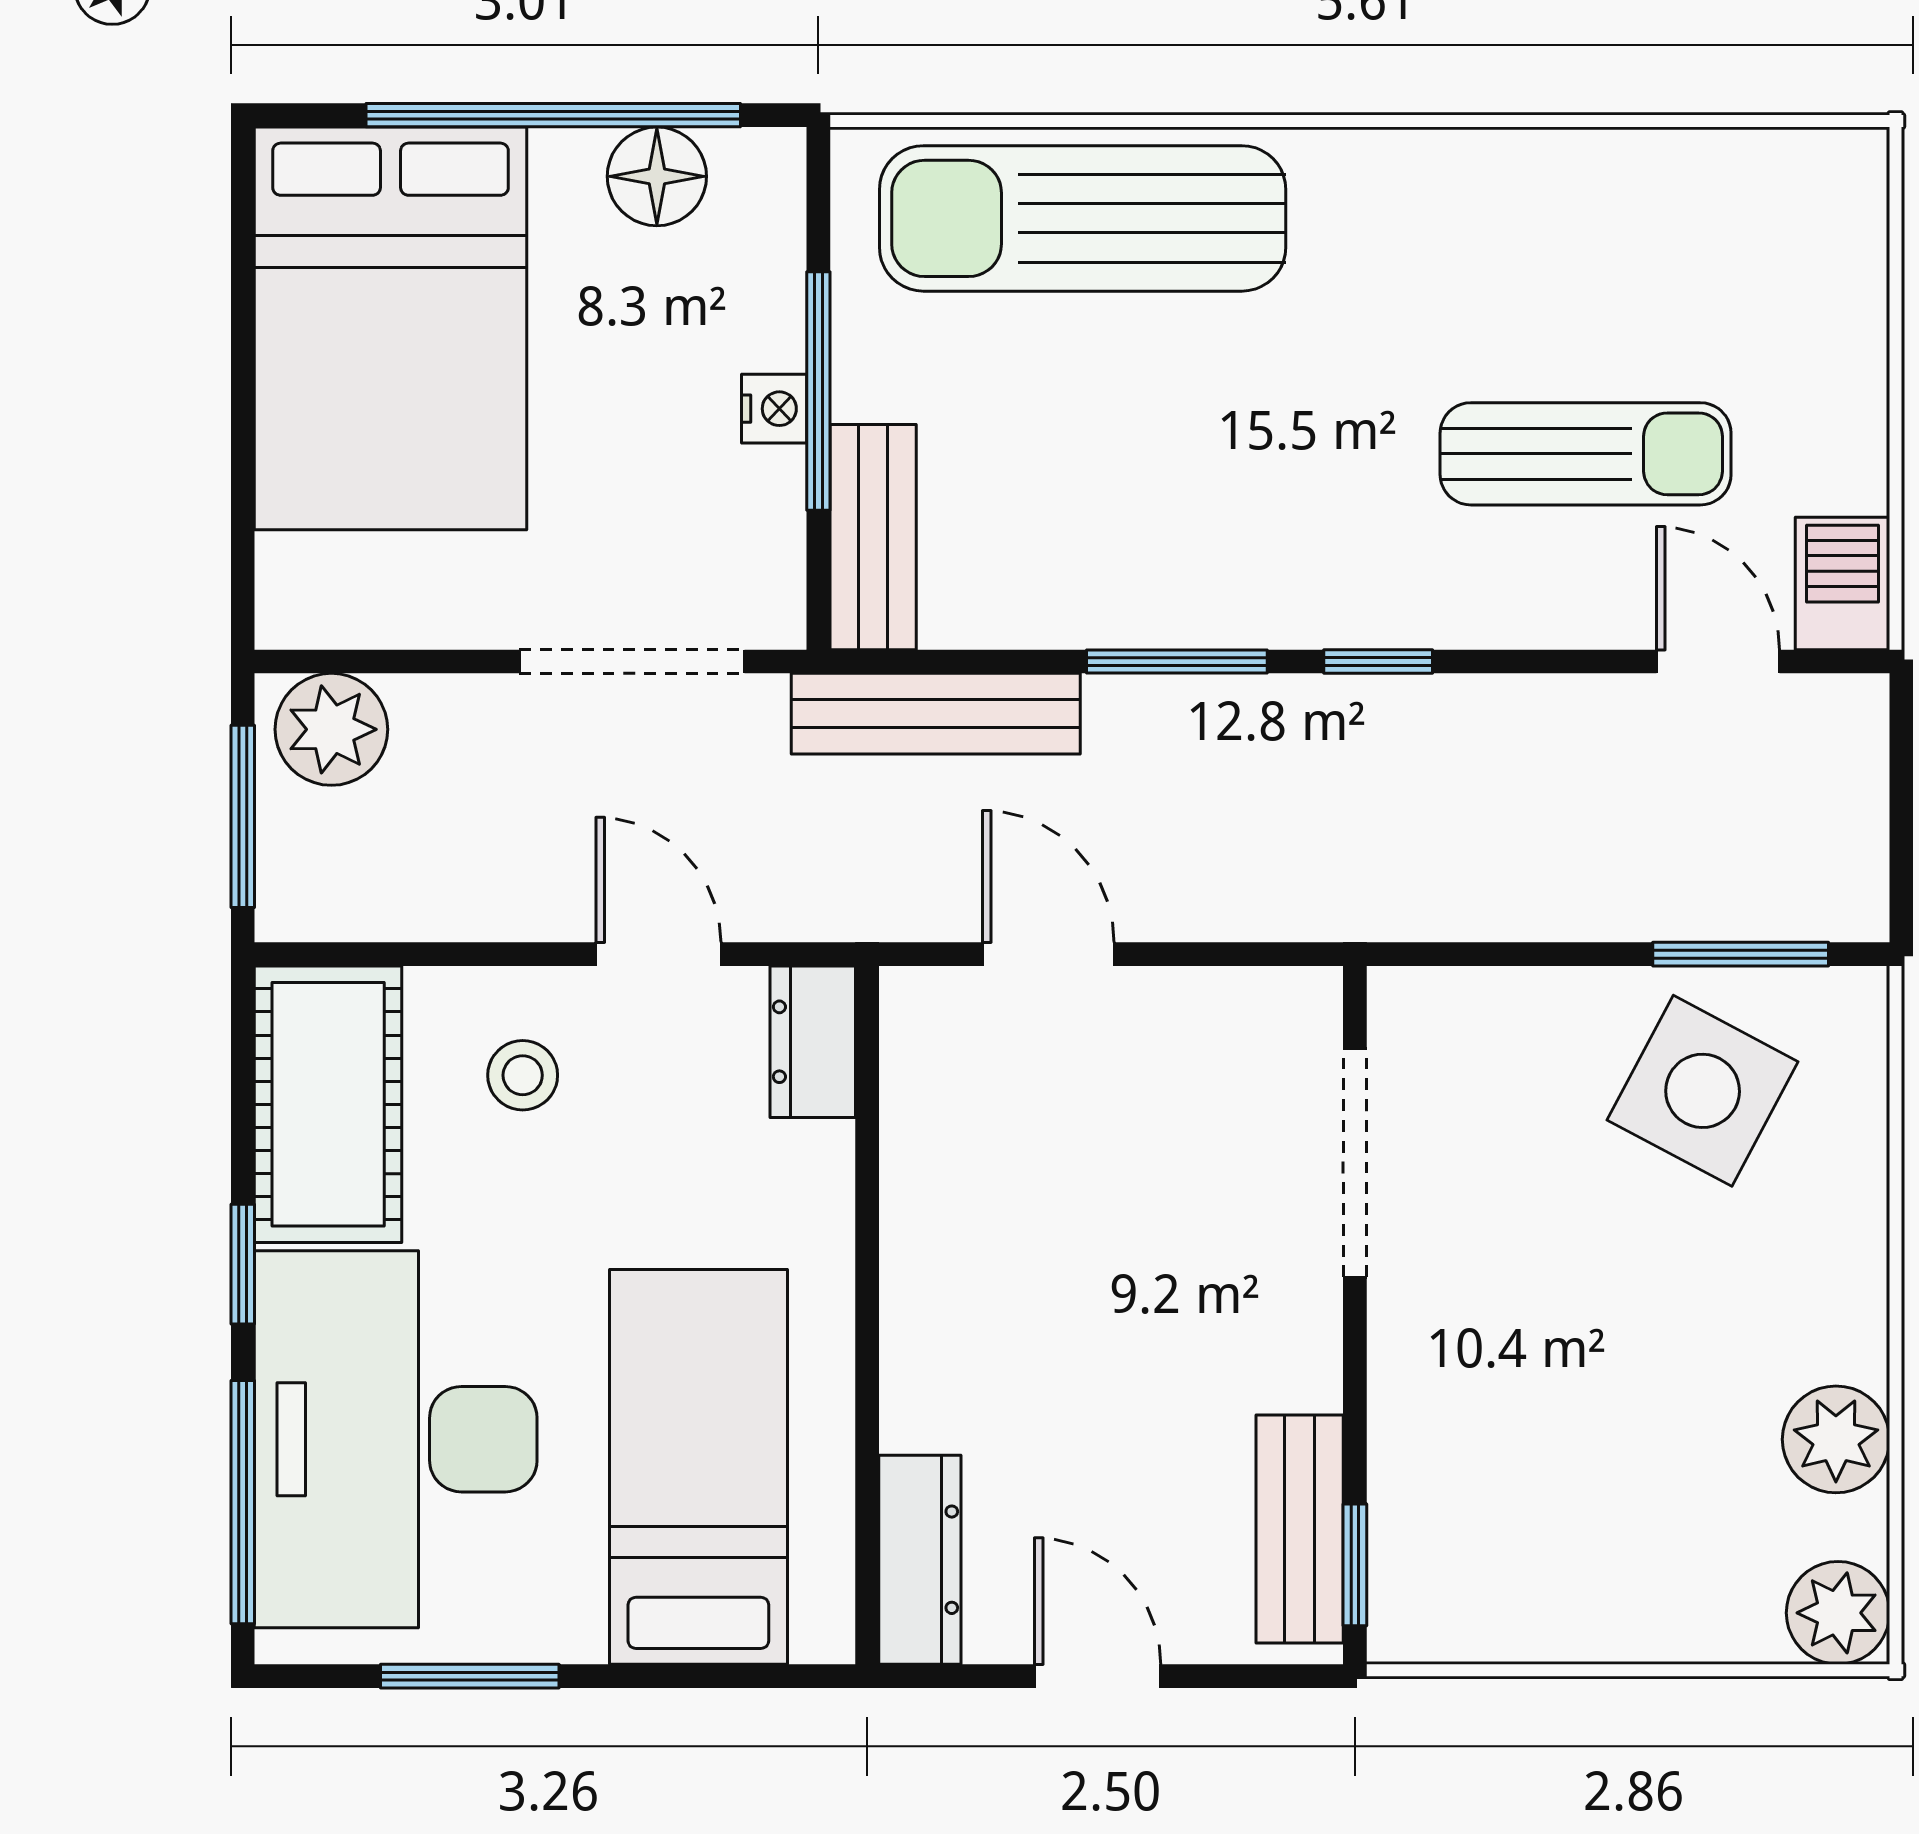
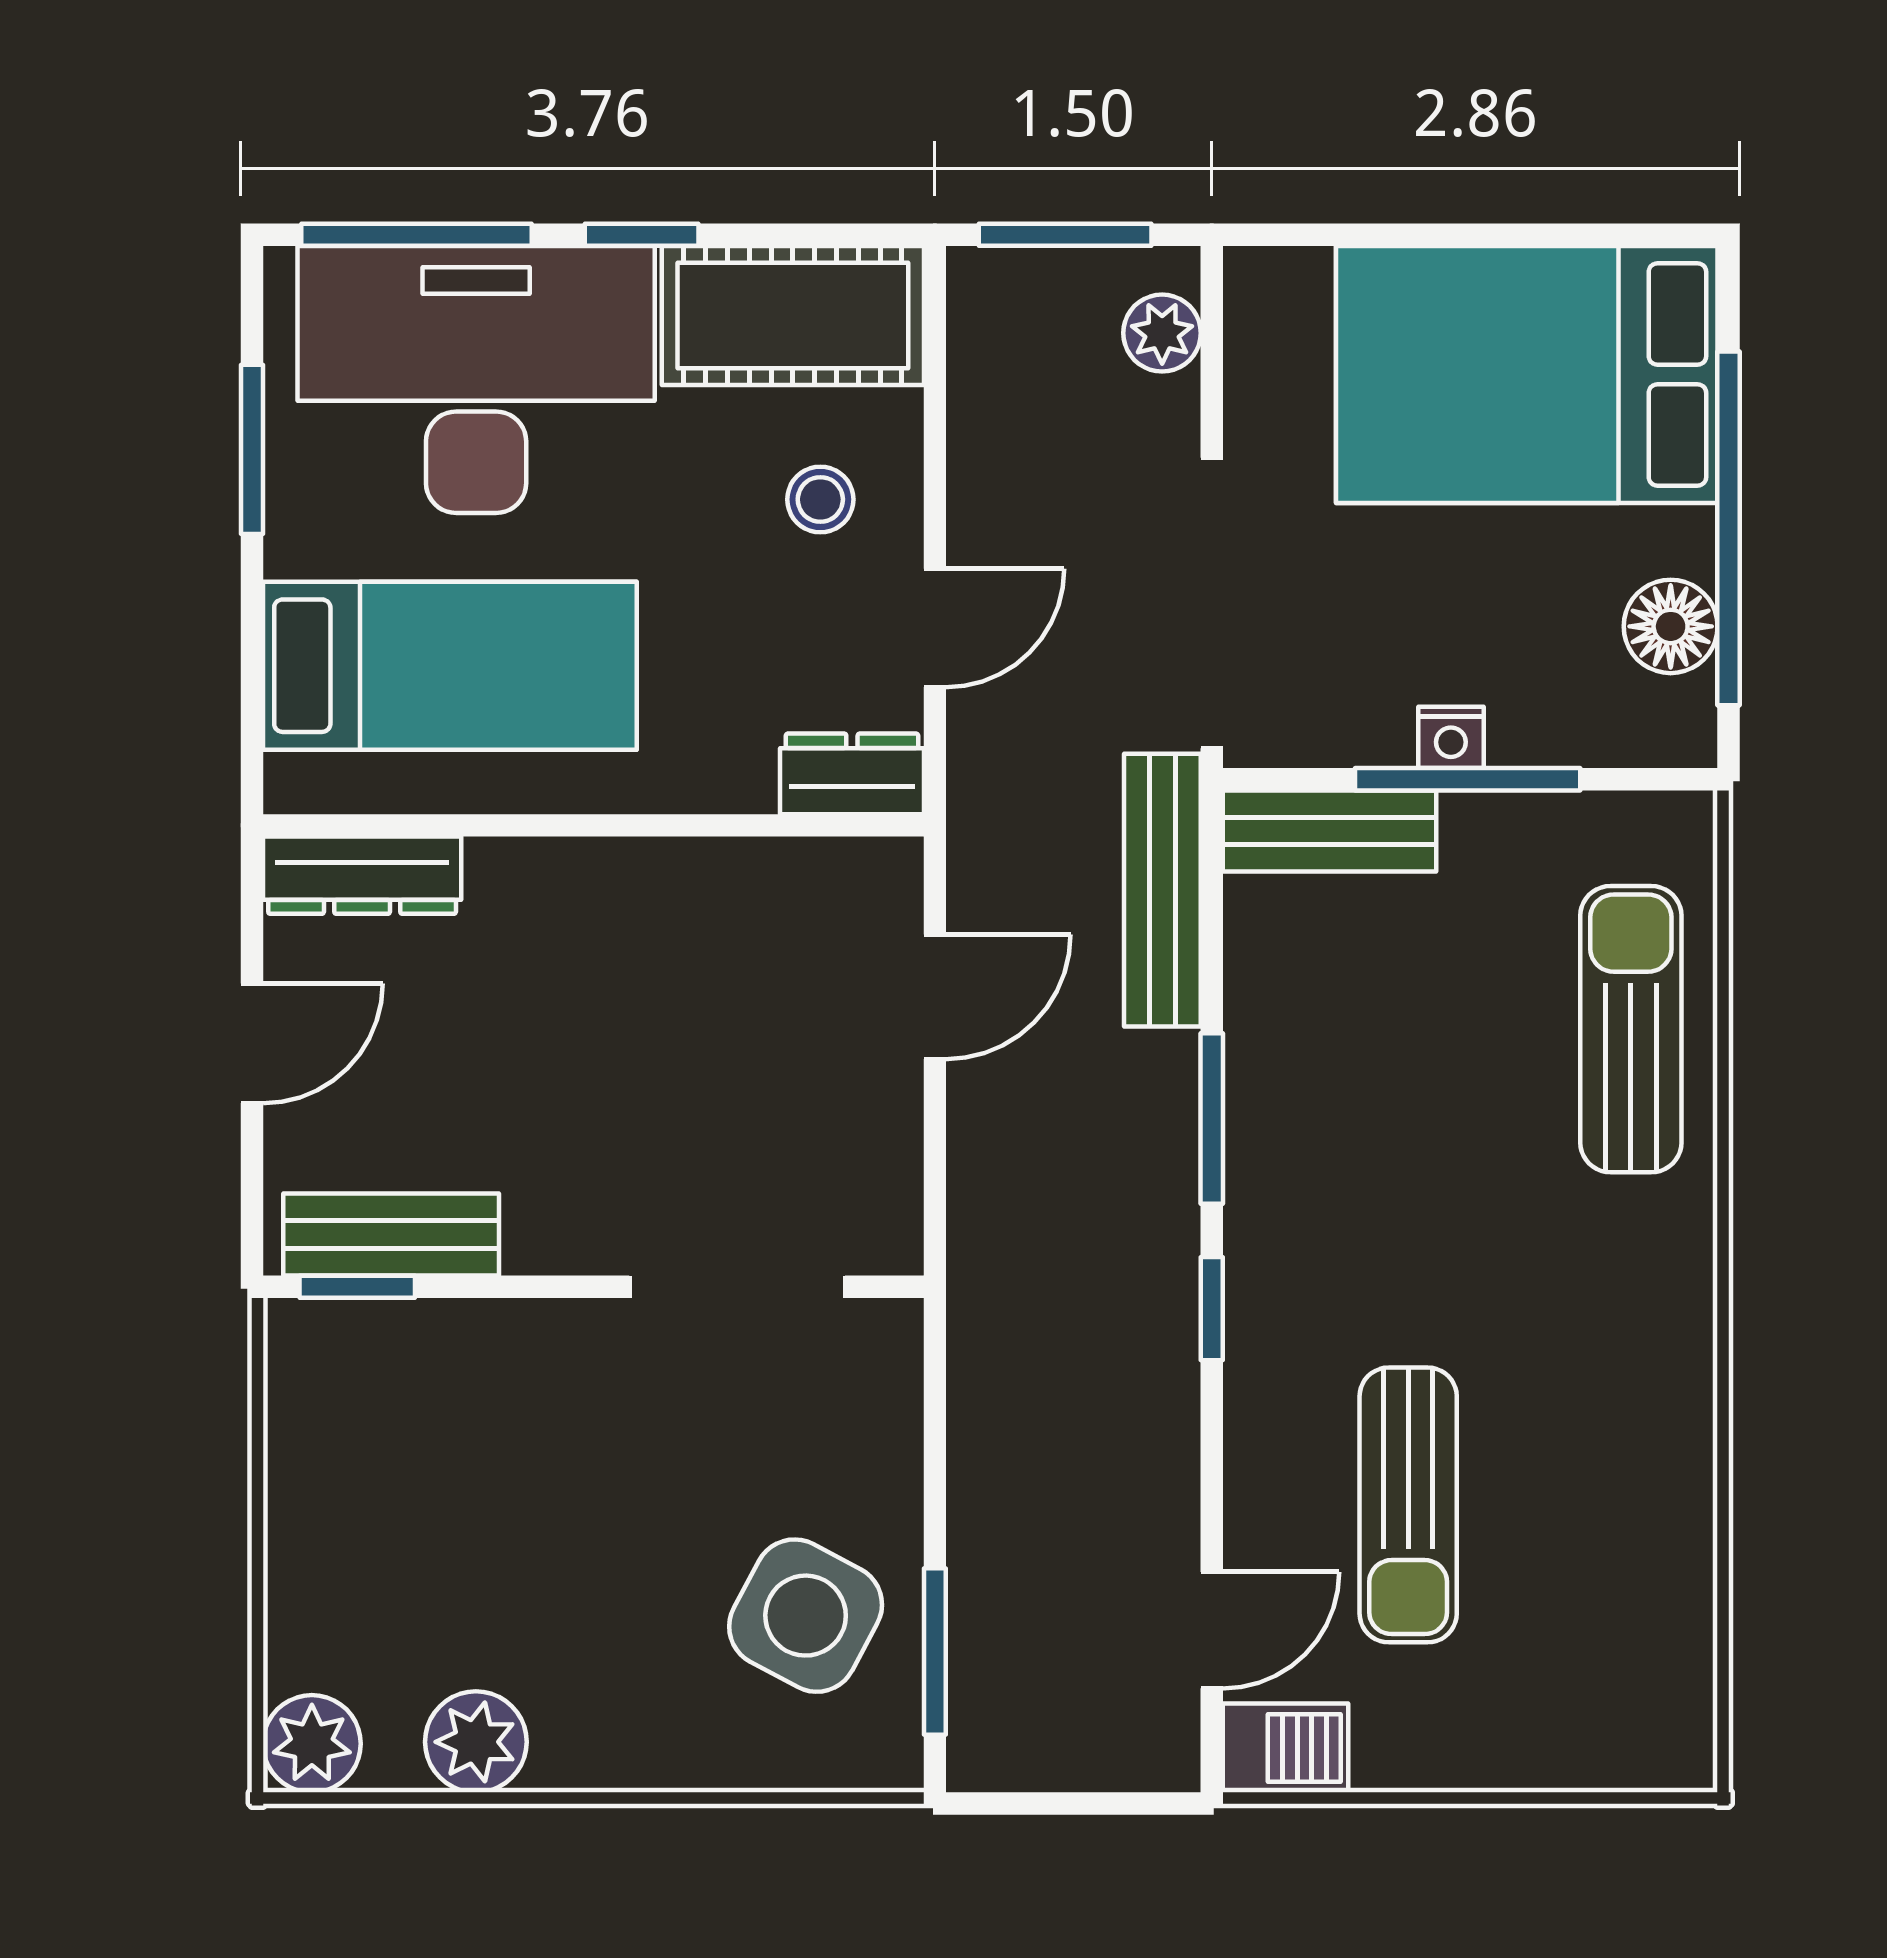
sun lounger: (1083, 218) -> (1631, 1029), width x0.73, depth x0.75
doorway: (632, 661) -> (1212, 603), width x1.36
plant: (331, 729) -> (1162, 333), width x0.73, depth x0.73

